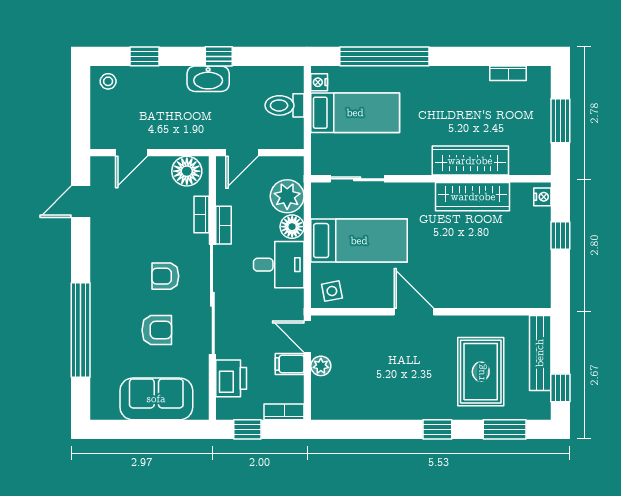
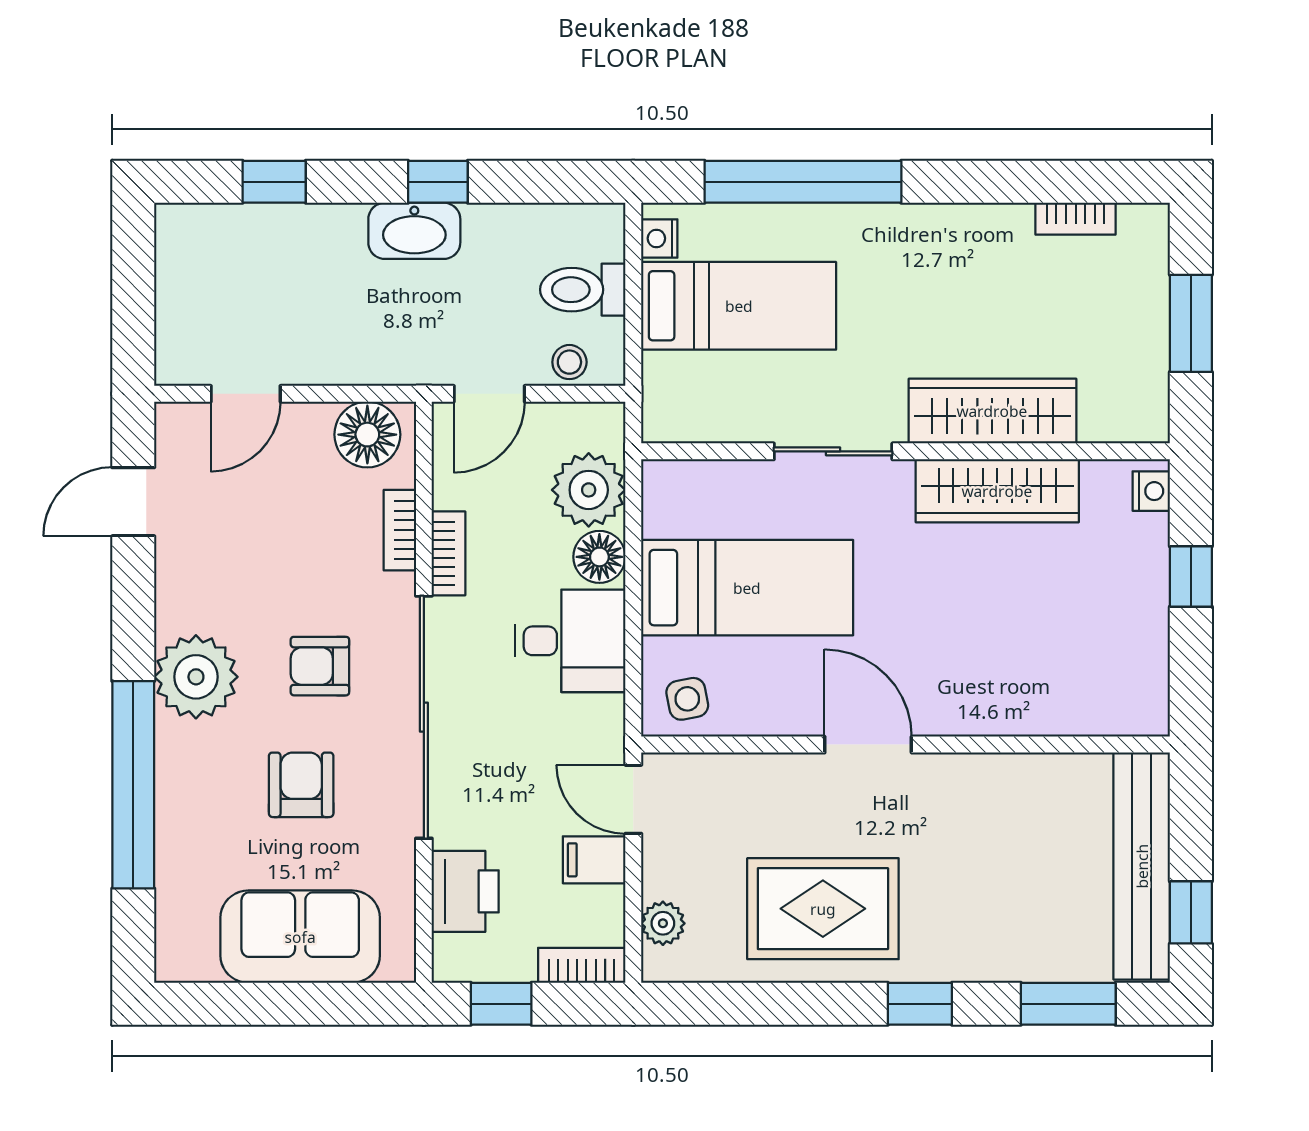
stool: (108, 81) -> (569, 362), moved
sliding door: (357, 179) -> (833, 451), moved
plant: (109, 281) -> (196, 677), added
armchair: (157, 330) -> (301, 785), turned -90
bench: (540, 353) -> (1142, 866), width x1.37, depth x1.21
plant: (321, 366) -> (663, 923), moved
rug: (481, 372) -> (823, 909), moved, turned 90

